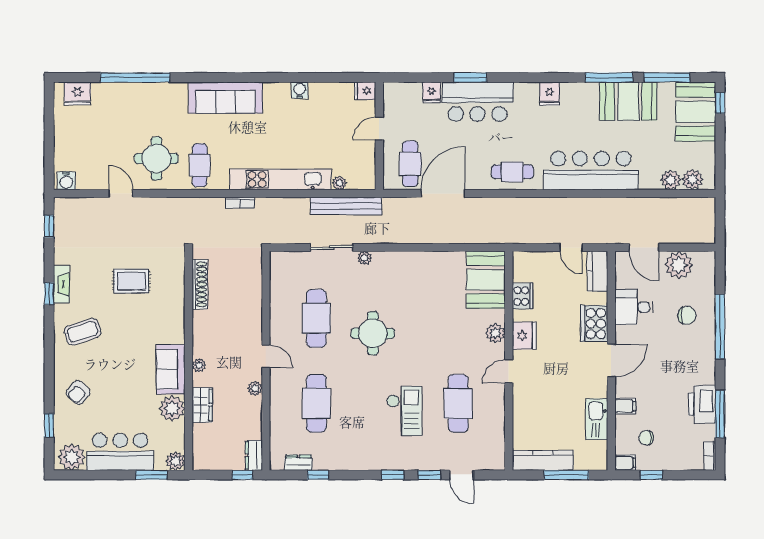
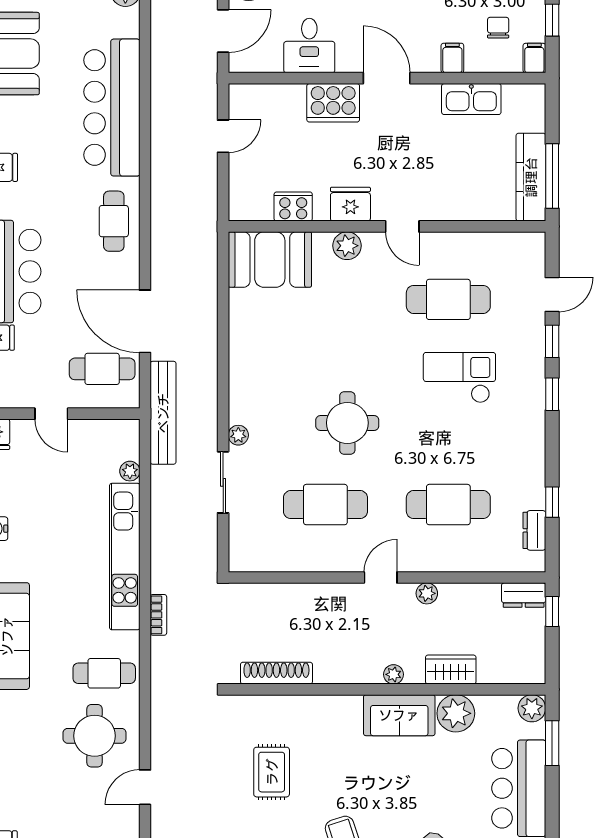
bench: (346, 206) -> (163, 413), moved
kitchen counter: (598, 271) -> (257, 98), removed
chair: (646, 438) -> (498, 28), turned 180
window: (566, 475) -> (552, 176), moved

